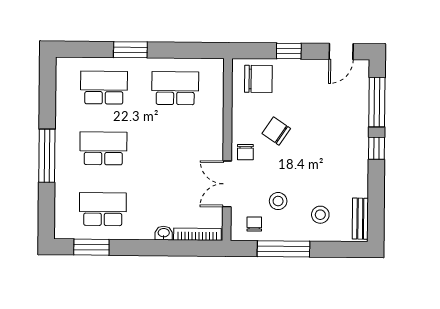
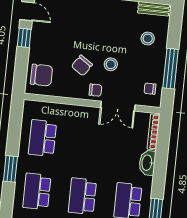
window: (289, 51) -> (24, 38), moved
chair: (258, 79) -> (42, 75), turned 90
stool: (278, 201) -> (111, 64), moved
washbasin: (164, 233) -> (147, 163), width x1.91, depth x1.45

